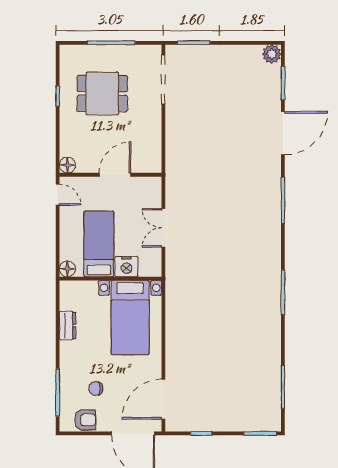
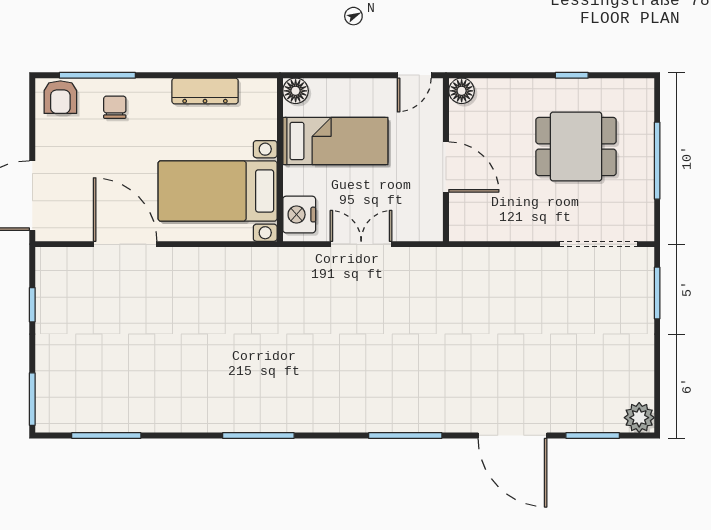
dining table: (102, 93) -> (576, 147), turned 90
nightstand: (126, 267) -> (299, 215), moved
dresser: (68, 325) -> (205, 91), width x1.44
chair: (96, 388) -> (115, 107), moved
door: (163, 399) -> (125, 244), moved
armchair: (85, 420) -> (60, 97), moved

